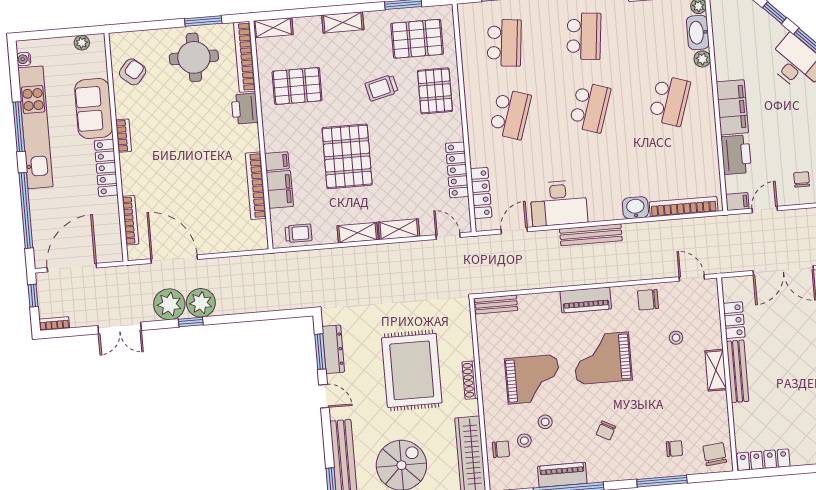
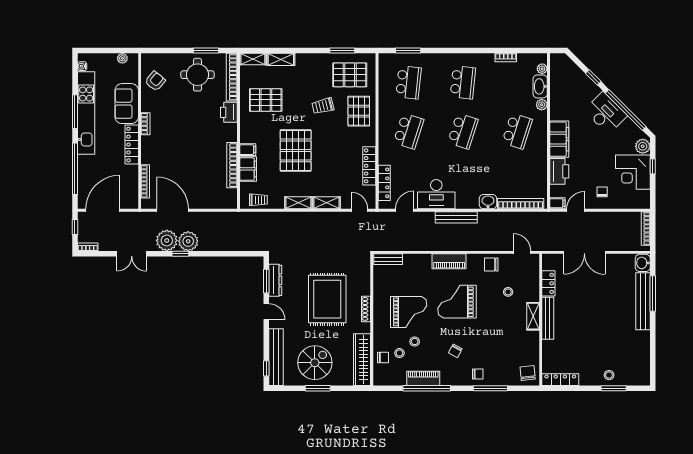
shelving: (343, 22) -> (281, 59), moved
chair: (674, 449) -> (478, 374), moved

